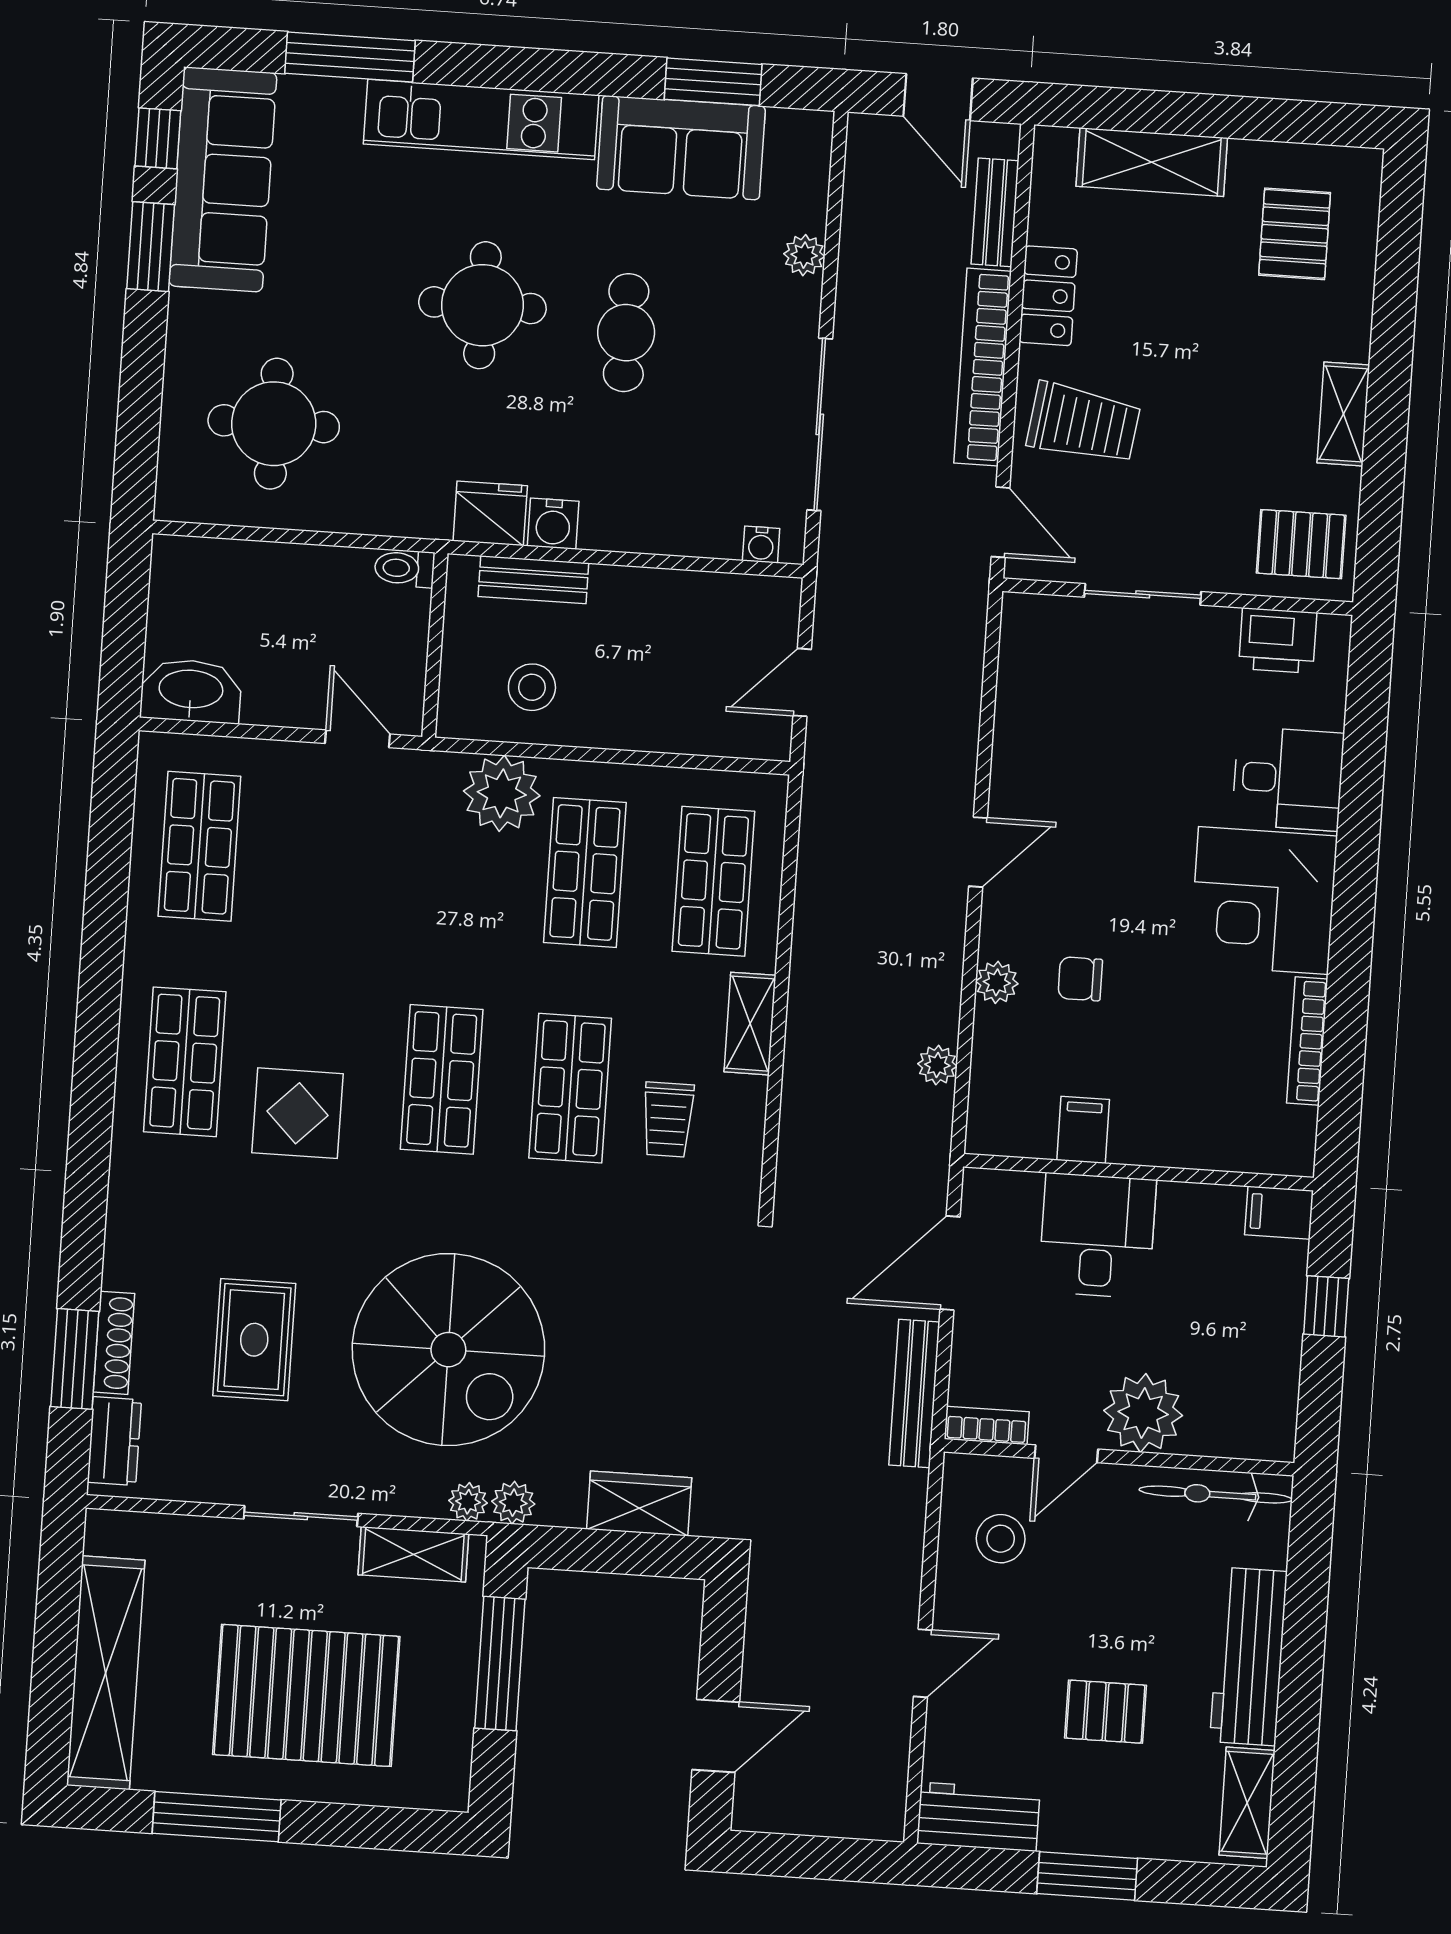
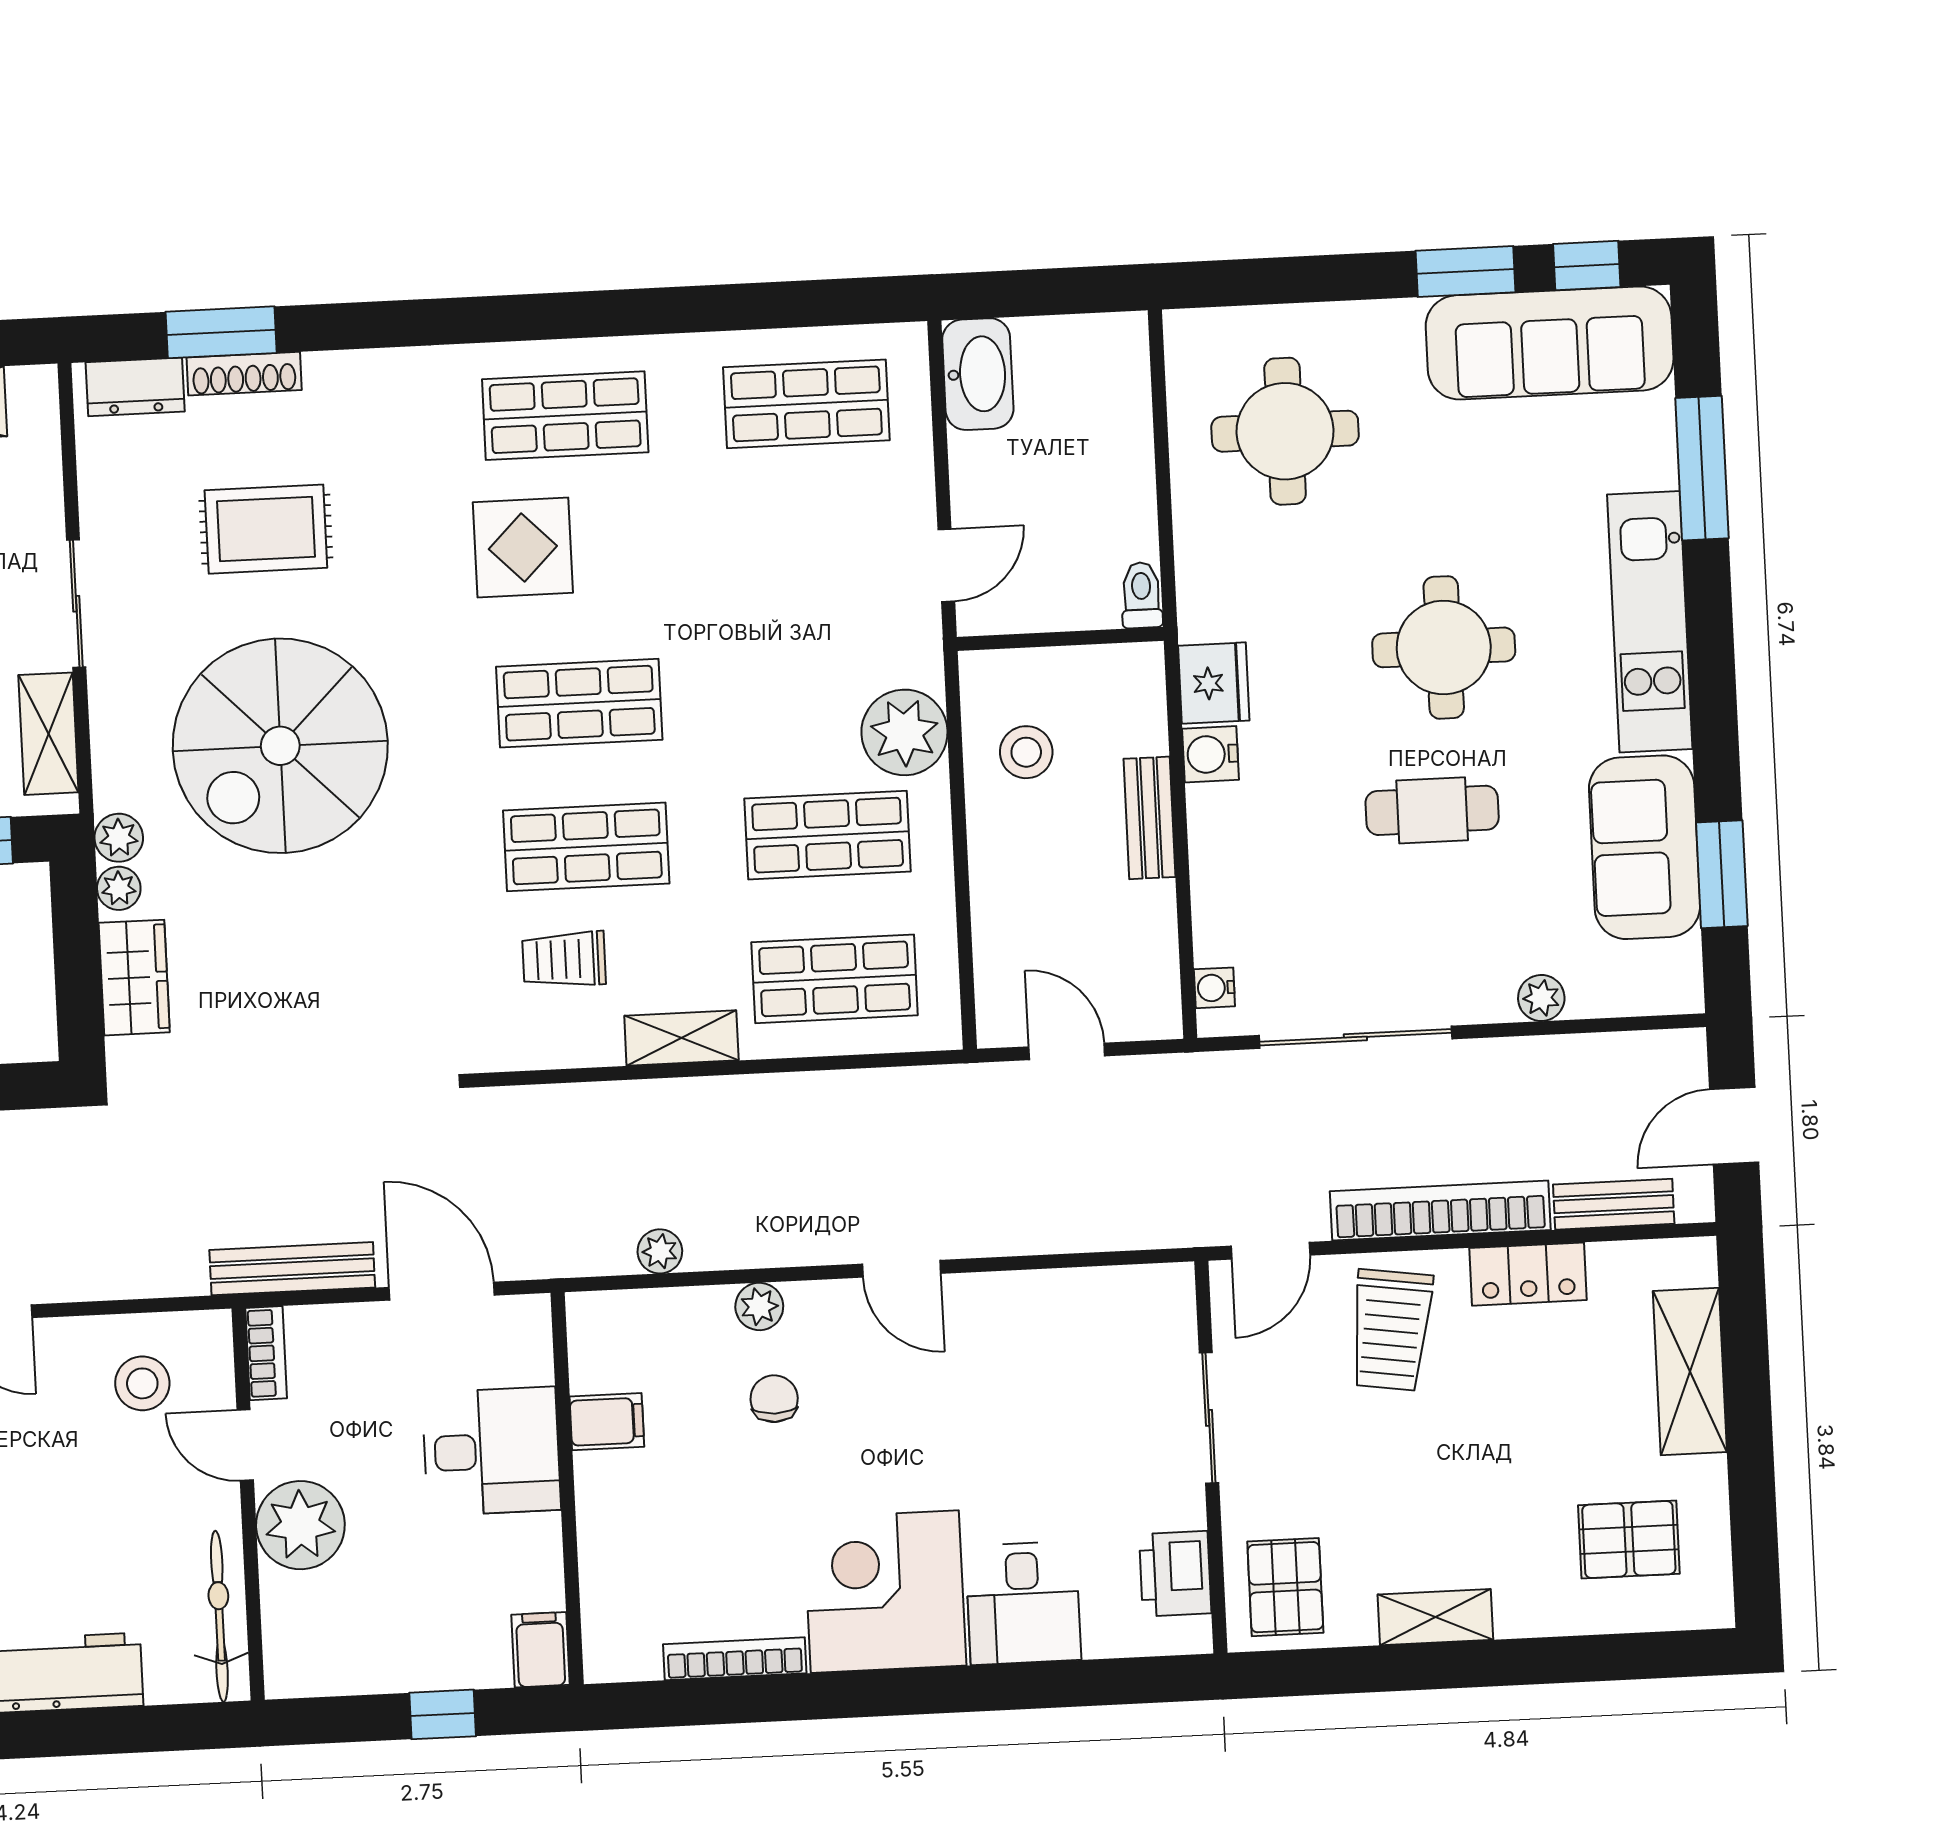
bench: (533, 580) -> (1150, 818), moved
plant: (468, 1502) -> (119, 888), moved

